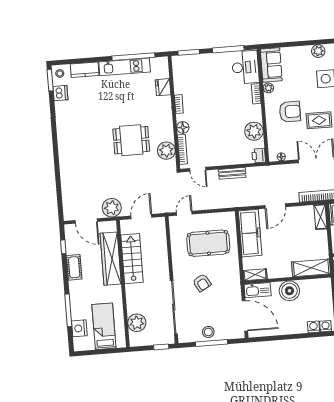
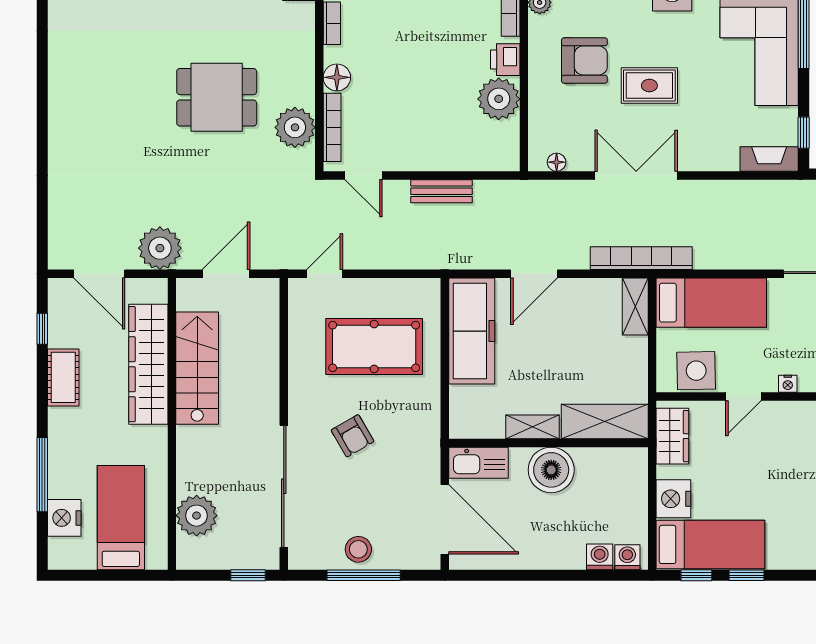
printer: (259, 156) -> (505, 60), moved
shelving: (255, 275) -> (533, 427), moved

